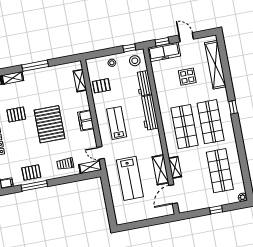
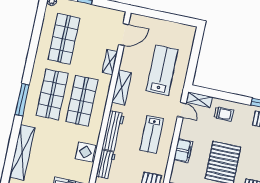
display table: (187, 77) -> (85, 152), moved
window: (233, 107) -> (22, 100), width x2.17
shelving: (160, 170) -> (122, 87), moved

